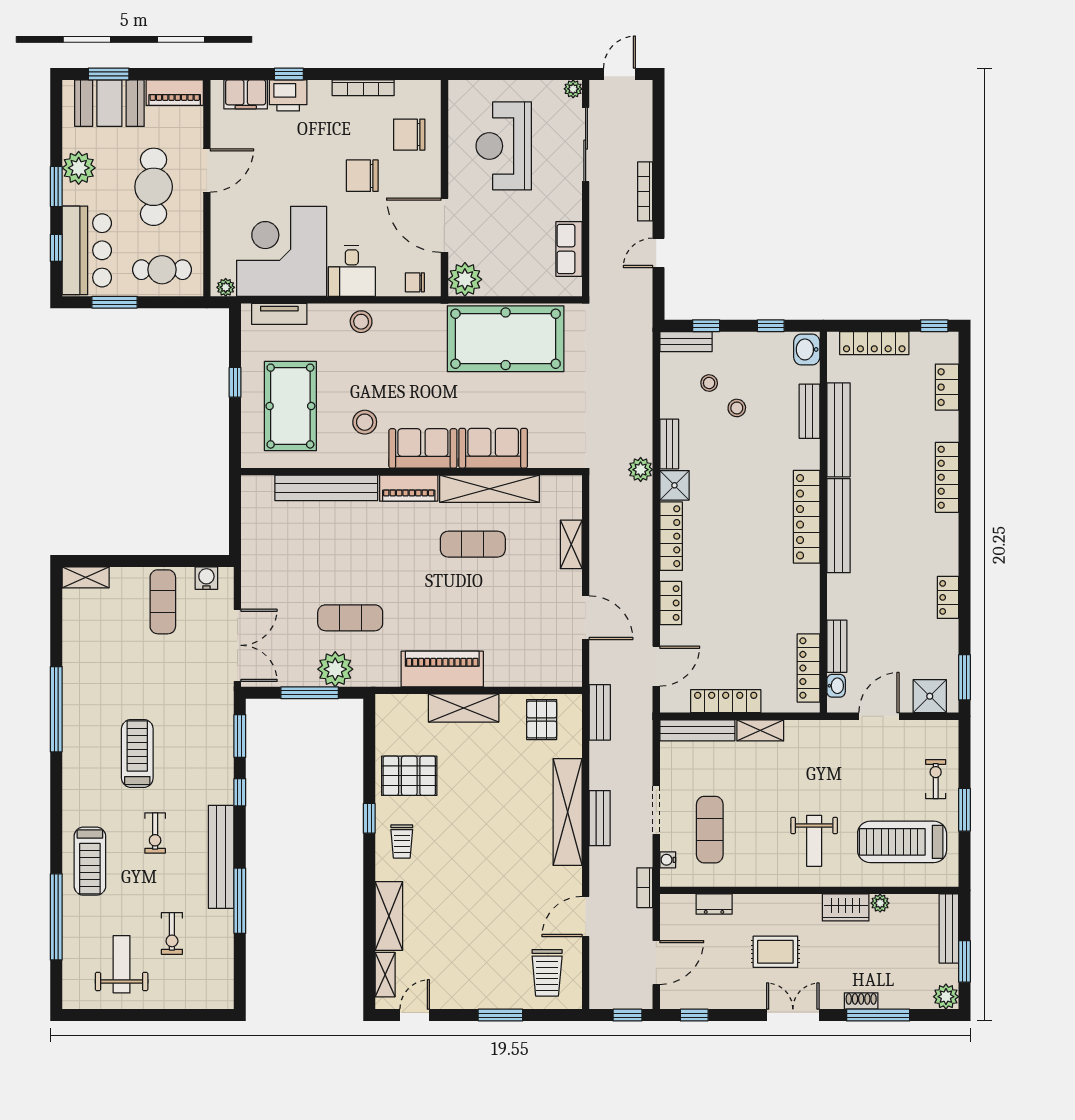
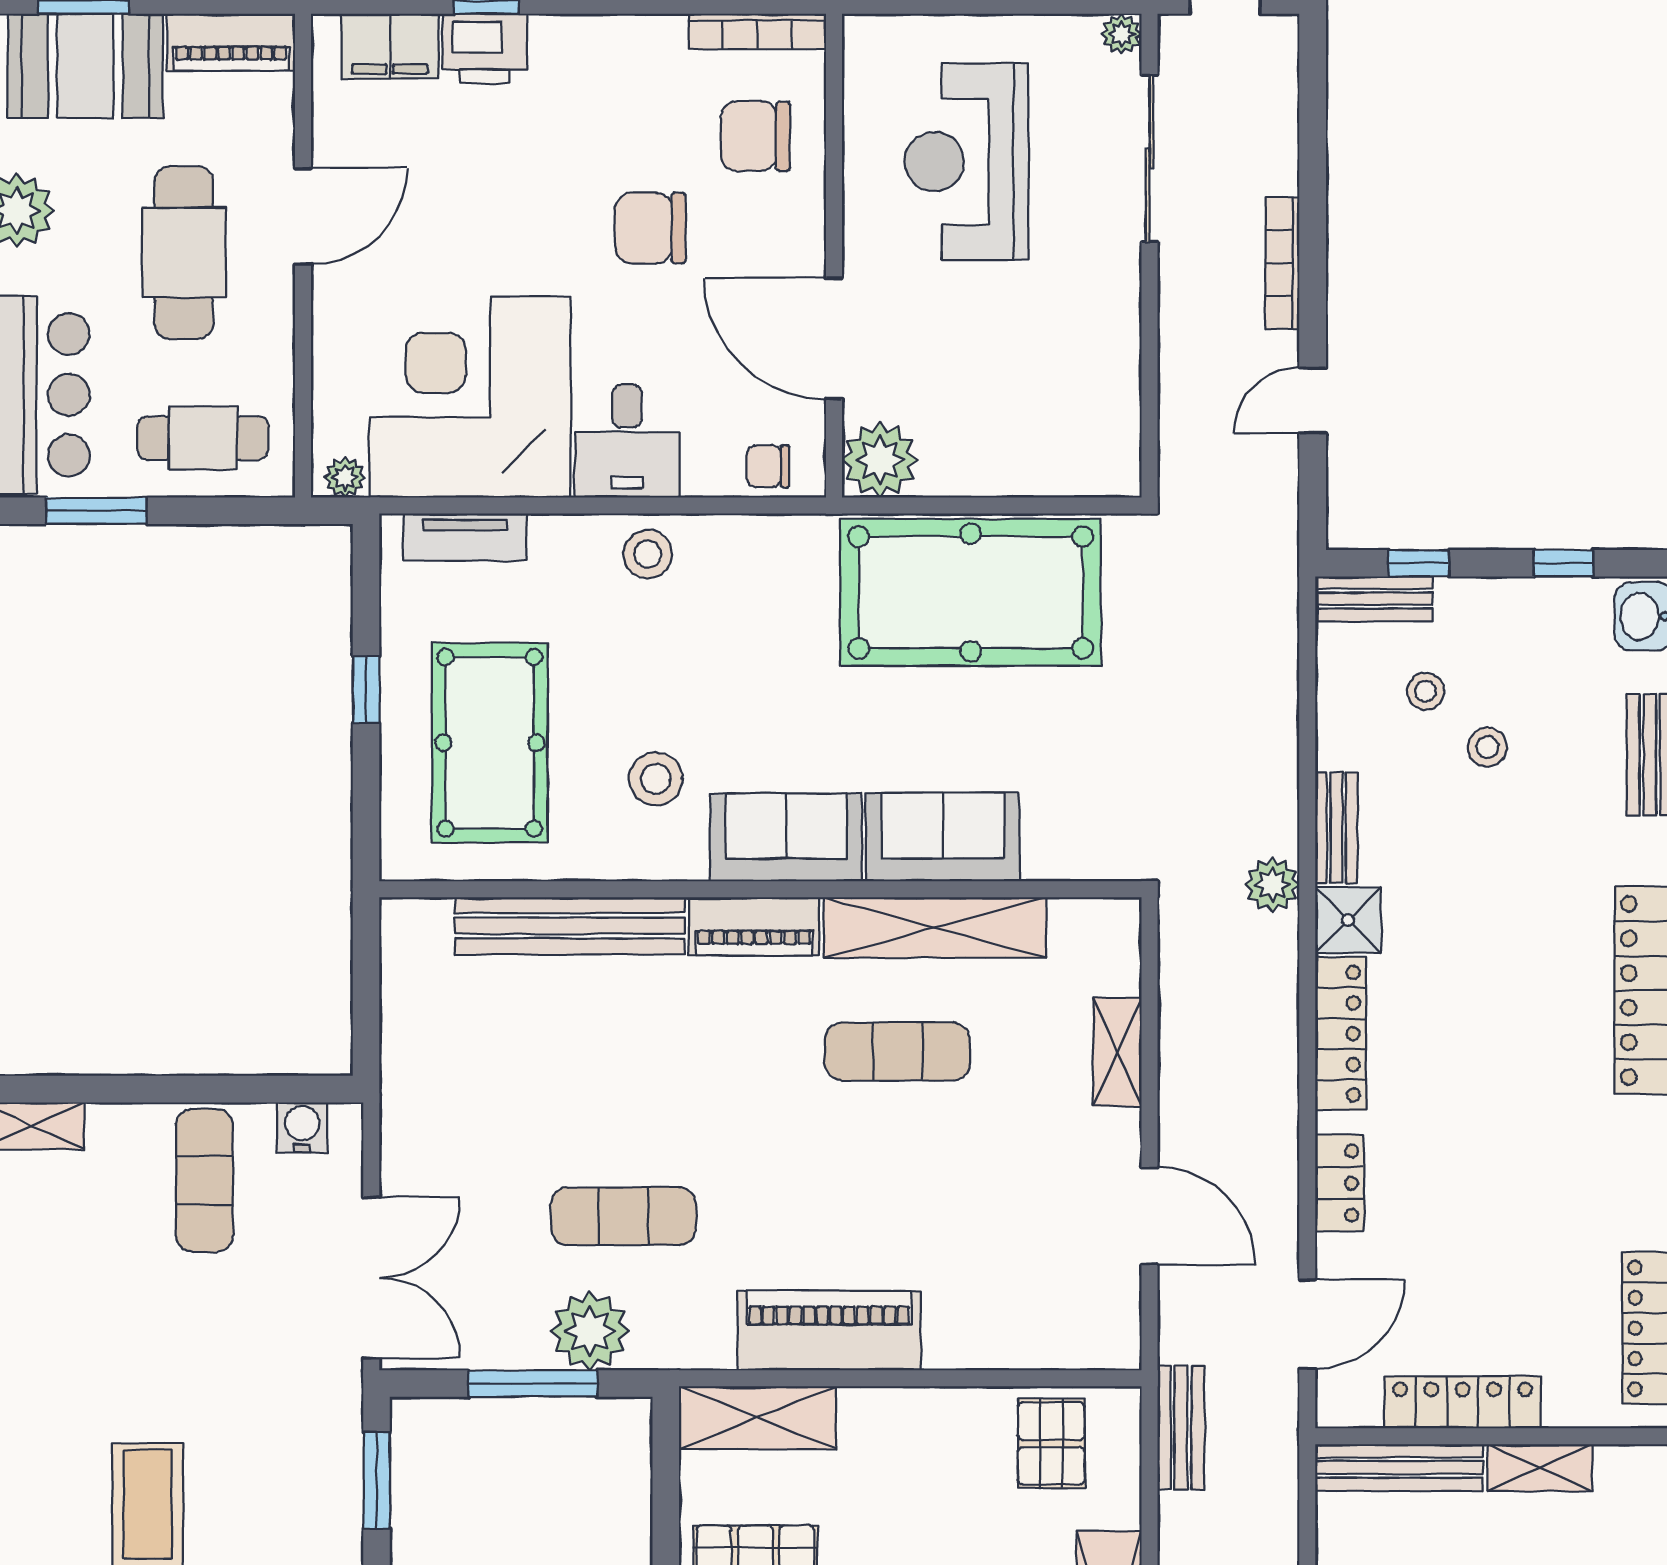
bookcase: (363, 88) -> (757, 31), moved
row of seats: (569, 249) -> (1112, 392), removed
shelving: (464, 708) -> (758, 1418), moved

